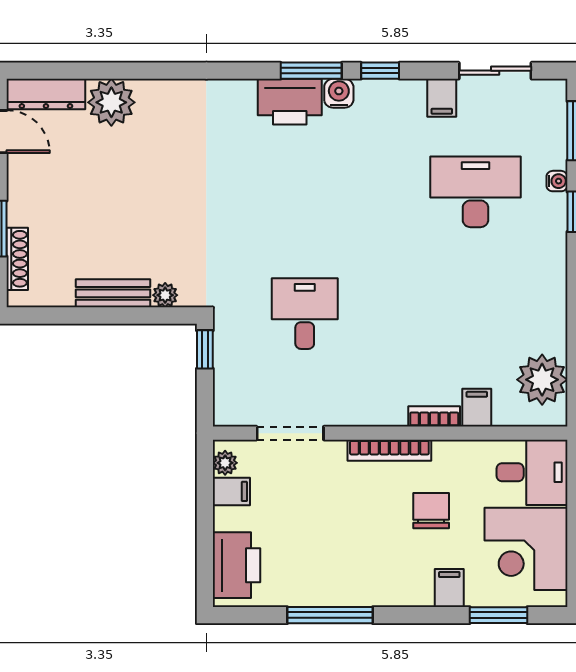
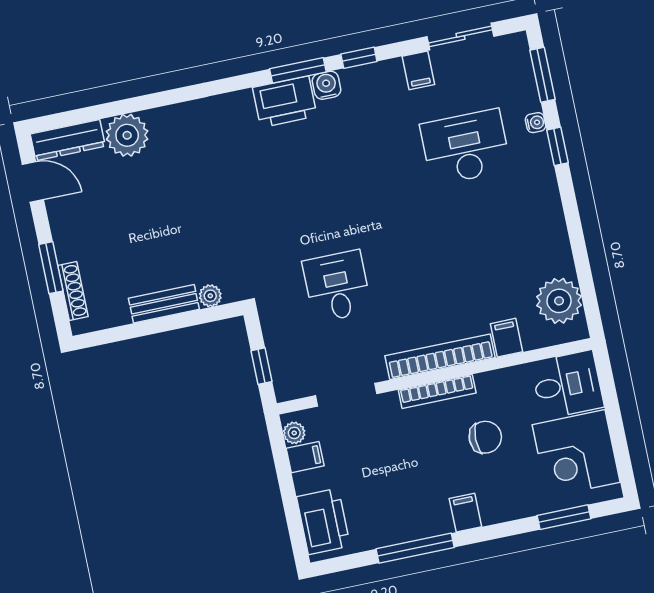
window: (205, 349) -> (262, 366), moved
bookcase: (434, 416) -> (440, 357), width x2.31, depth x1.31
chair: (431, 511) -> (485, 437), turned 90
filing cabinet: (449, 588) -> (465, 513), moved

